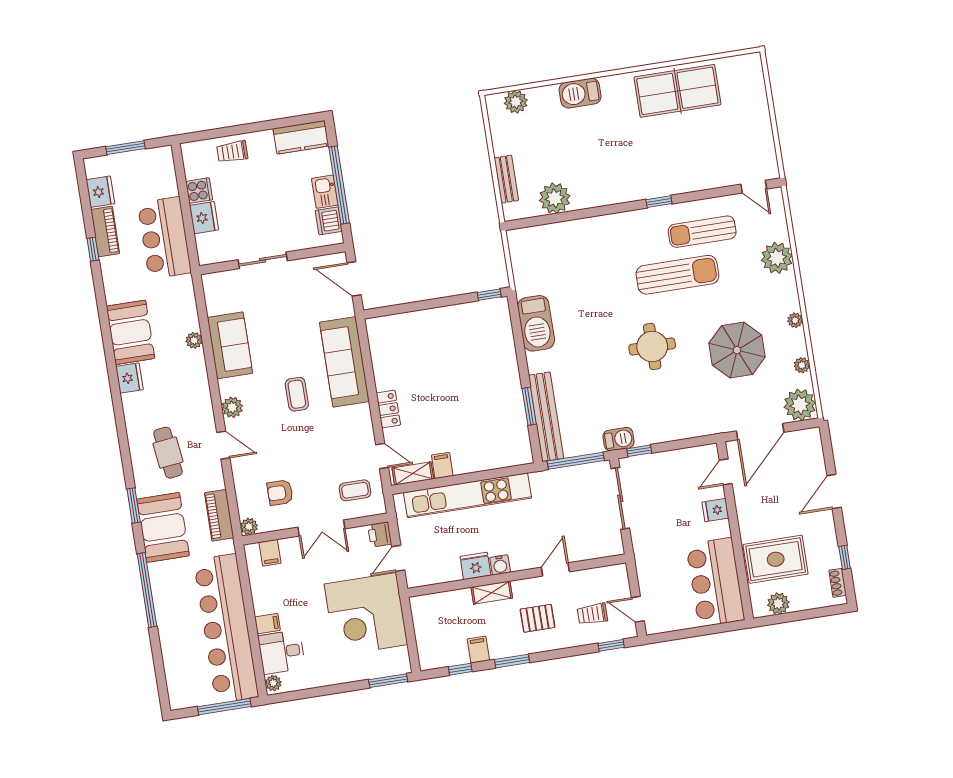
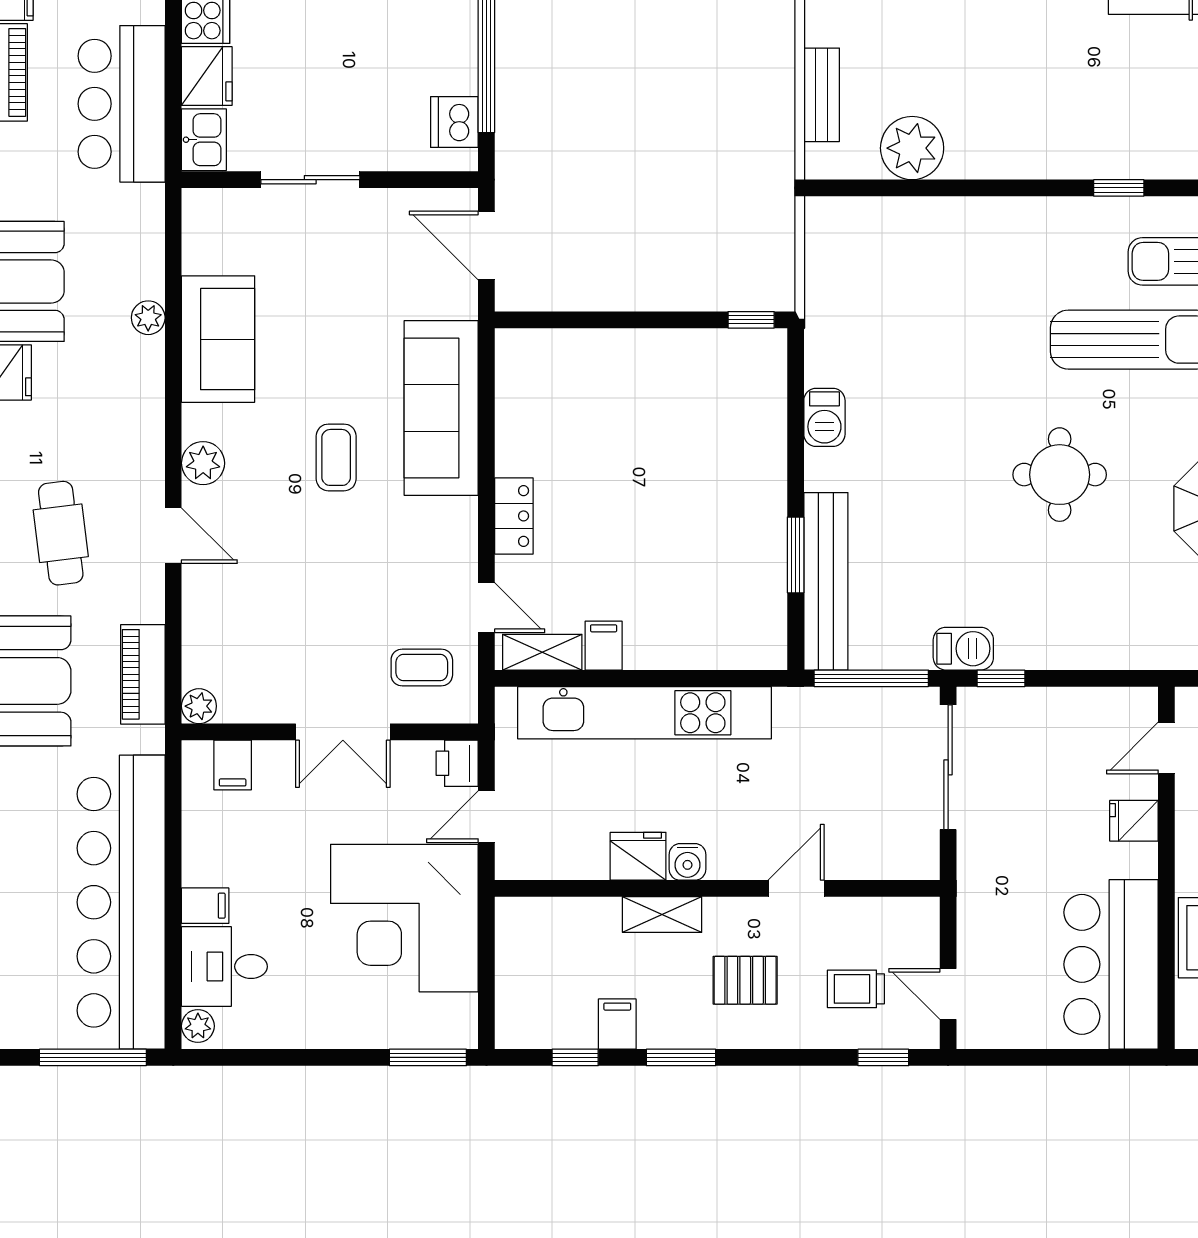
kitchen sink: (325, 192) -> (204, 140), moved, turned 180
barbecue: (536, 323) -> (824, 417), width x0.53, depth x0.65
armchair: (280, 493) -> (272, 648), removed

